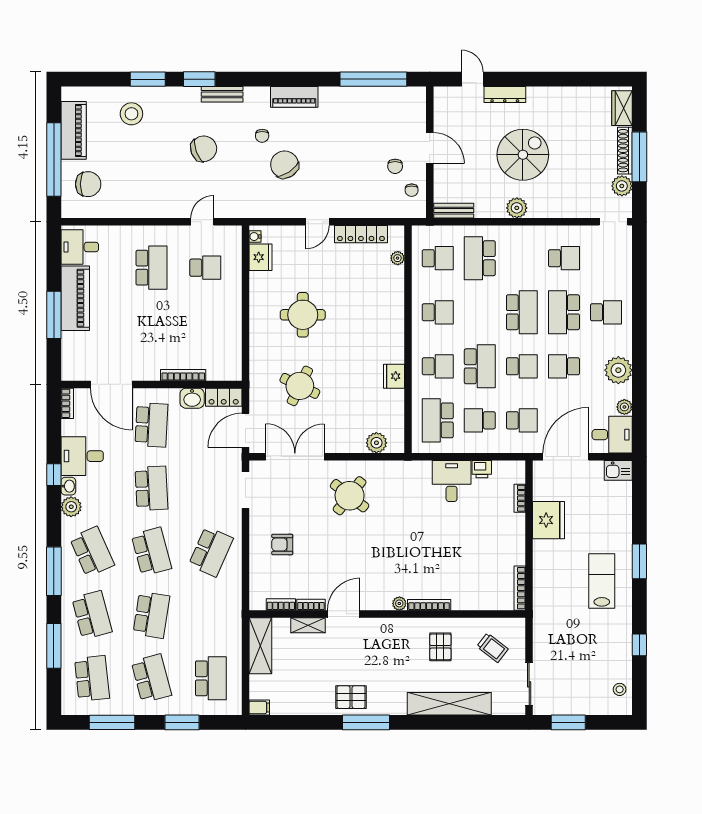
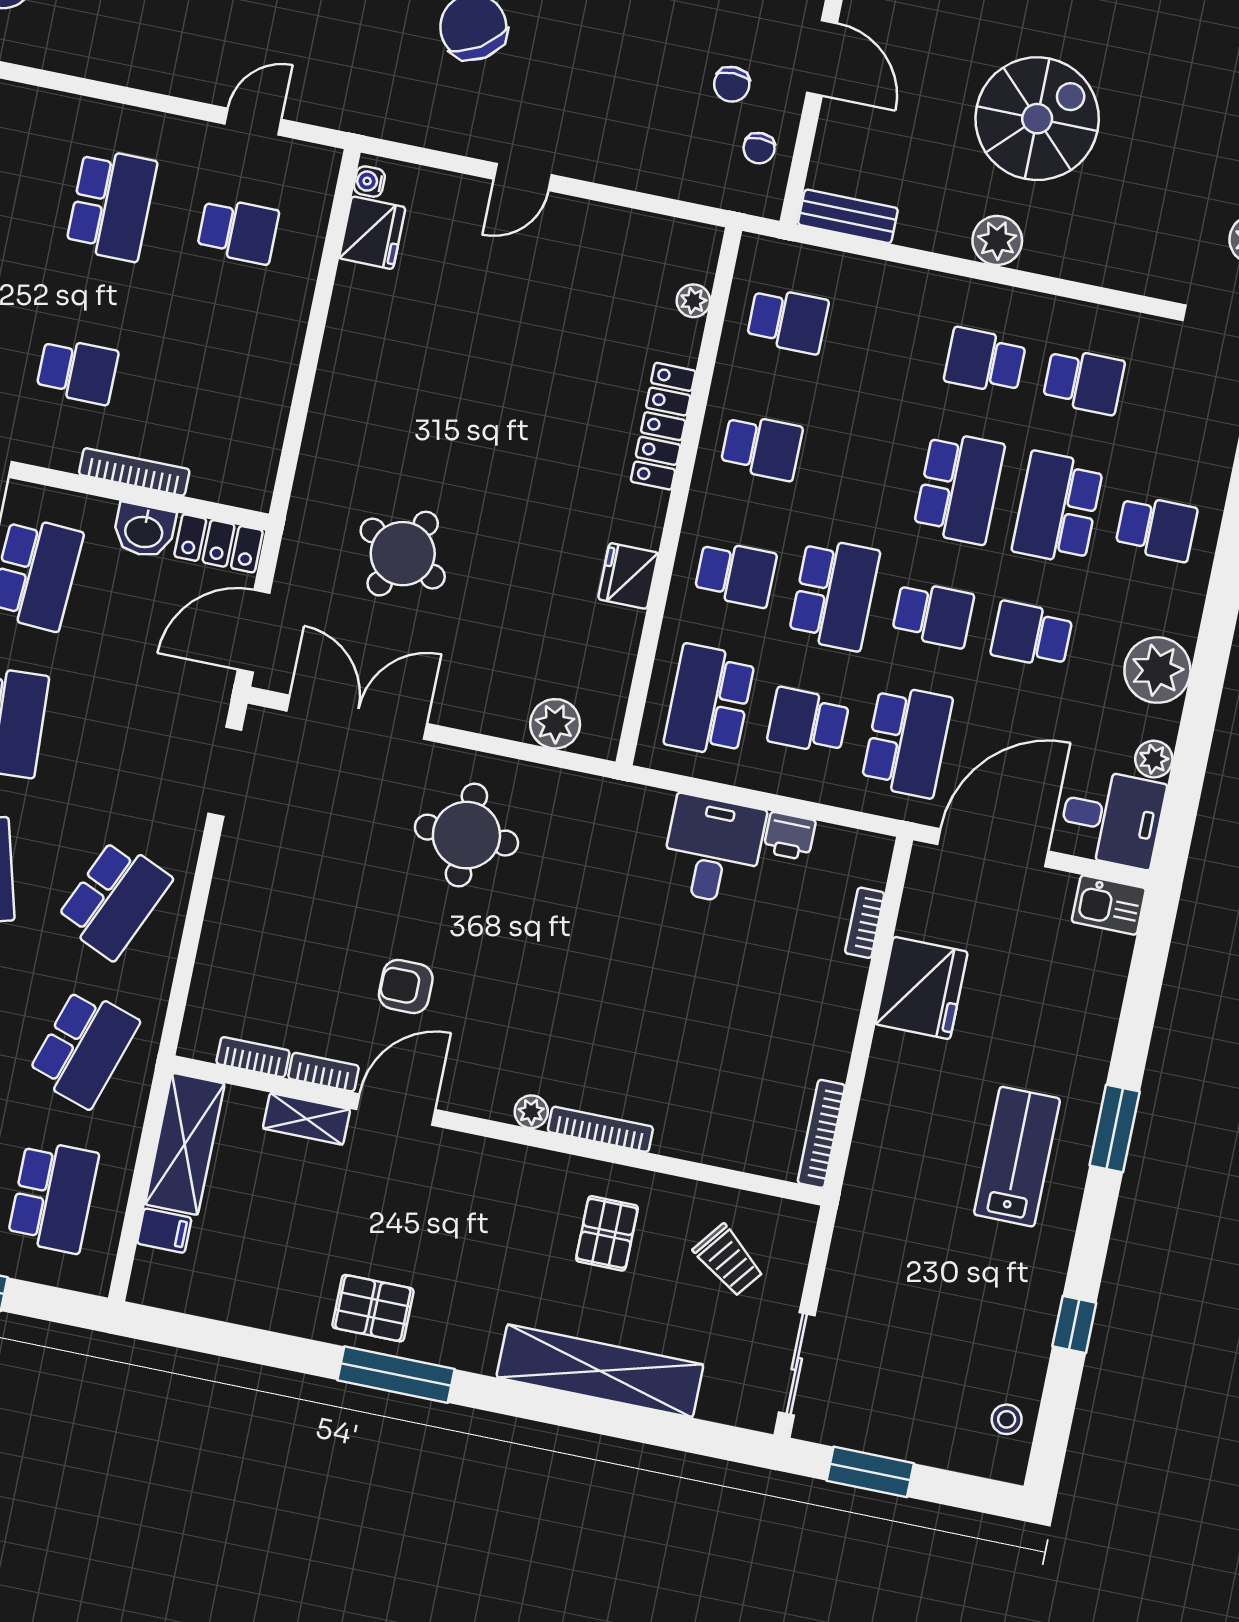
locker: (361, 234) -> (663, 426), moved, turned 90
school desk: (480, 258) -> (985, 361), moved, width x0.54
round table: (303, 315) -> (444, 388), removed
school desk: (151, 339) -> (77, 371), added
school desk: (522, 420) -> (907, 741), width x1.85
round table: (350, 496) -> (466, 835), turned -38
armchair: (282, 544) -> (406, 987), moved
school desk: (211, 615) -> (84, 1048), added
filing cabinet: (259, 708) -> (164, 1231), moved

